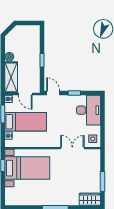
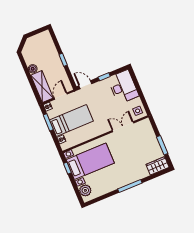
door: (25, 94) -> (61, 96), swing flipped
plant: (11, 194) -> (85, 190), added

